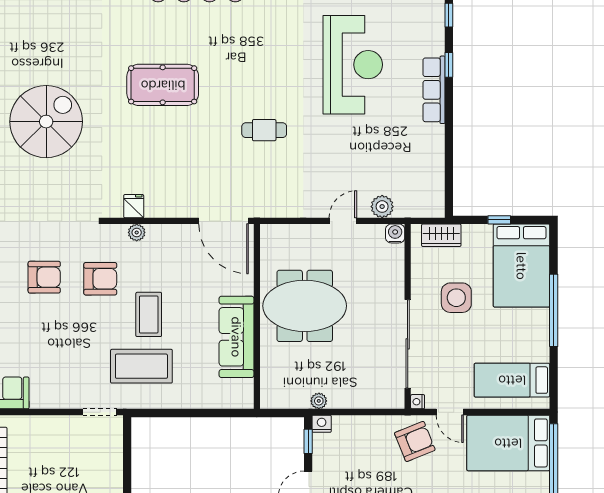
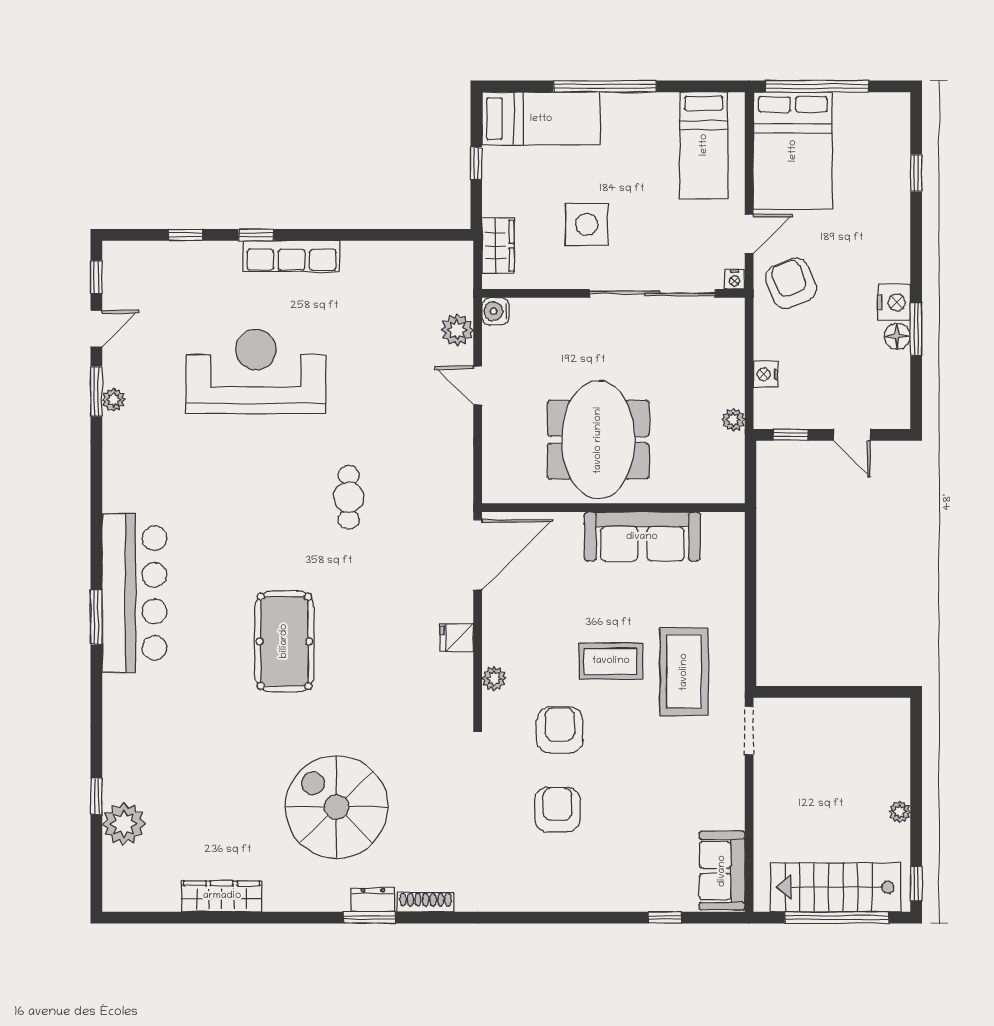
fridge: (134, 206) -> (457, 638), moved
bed: (521, 266) -> (541, 119), width x0.67
nightstand: (322, 424) -> (766, 374), moved

